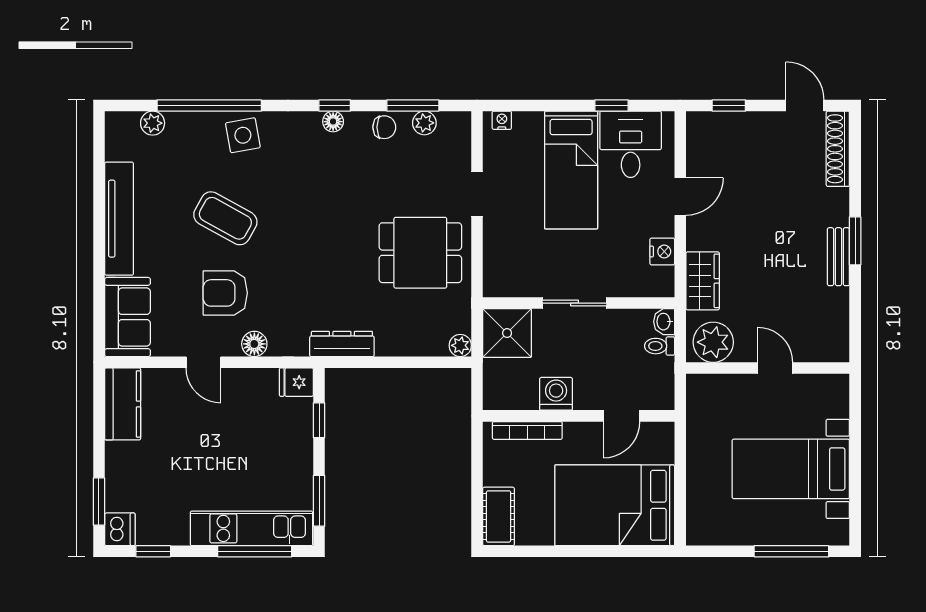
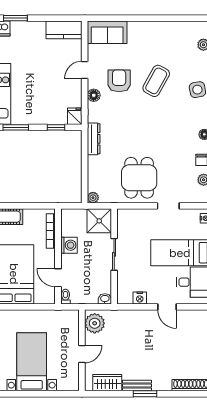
tv unit: (119, 219) -> (156, 28), removed
wardrobe: (703, 281) -> (107, 383), moved, turned 180
toilet: (660, 346) -> (65, 297), moved

